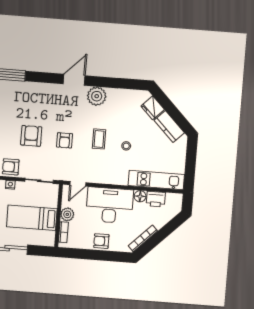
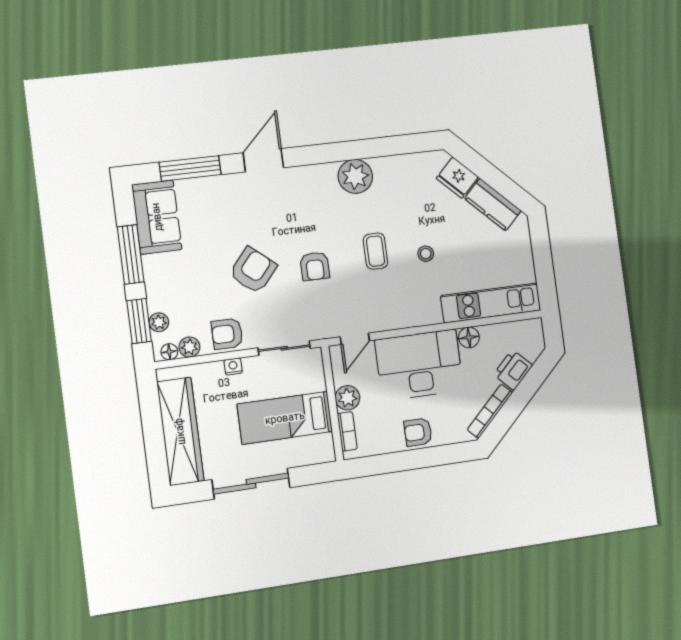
door: (74, 80) -> (263, 160), moved
armchair: (31, 136) -> (253, 270), turned 40
printer: (156, 199) -> (513, 370), moved, turned 135

